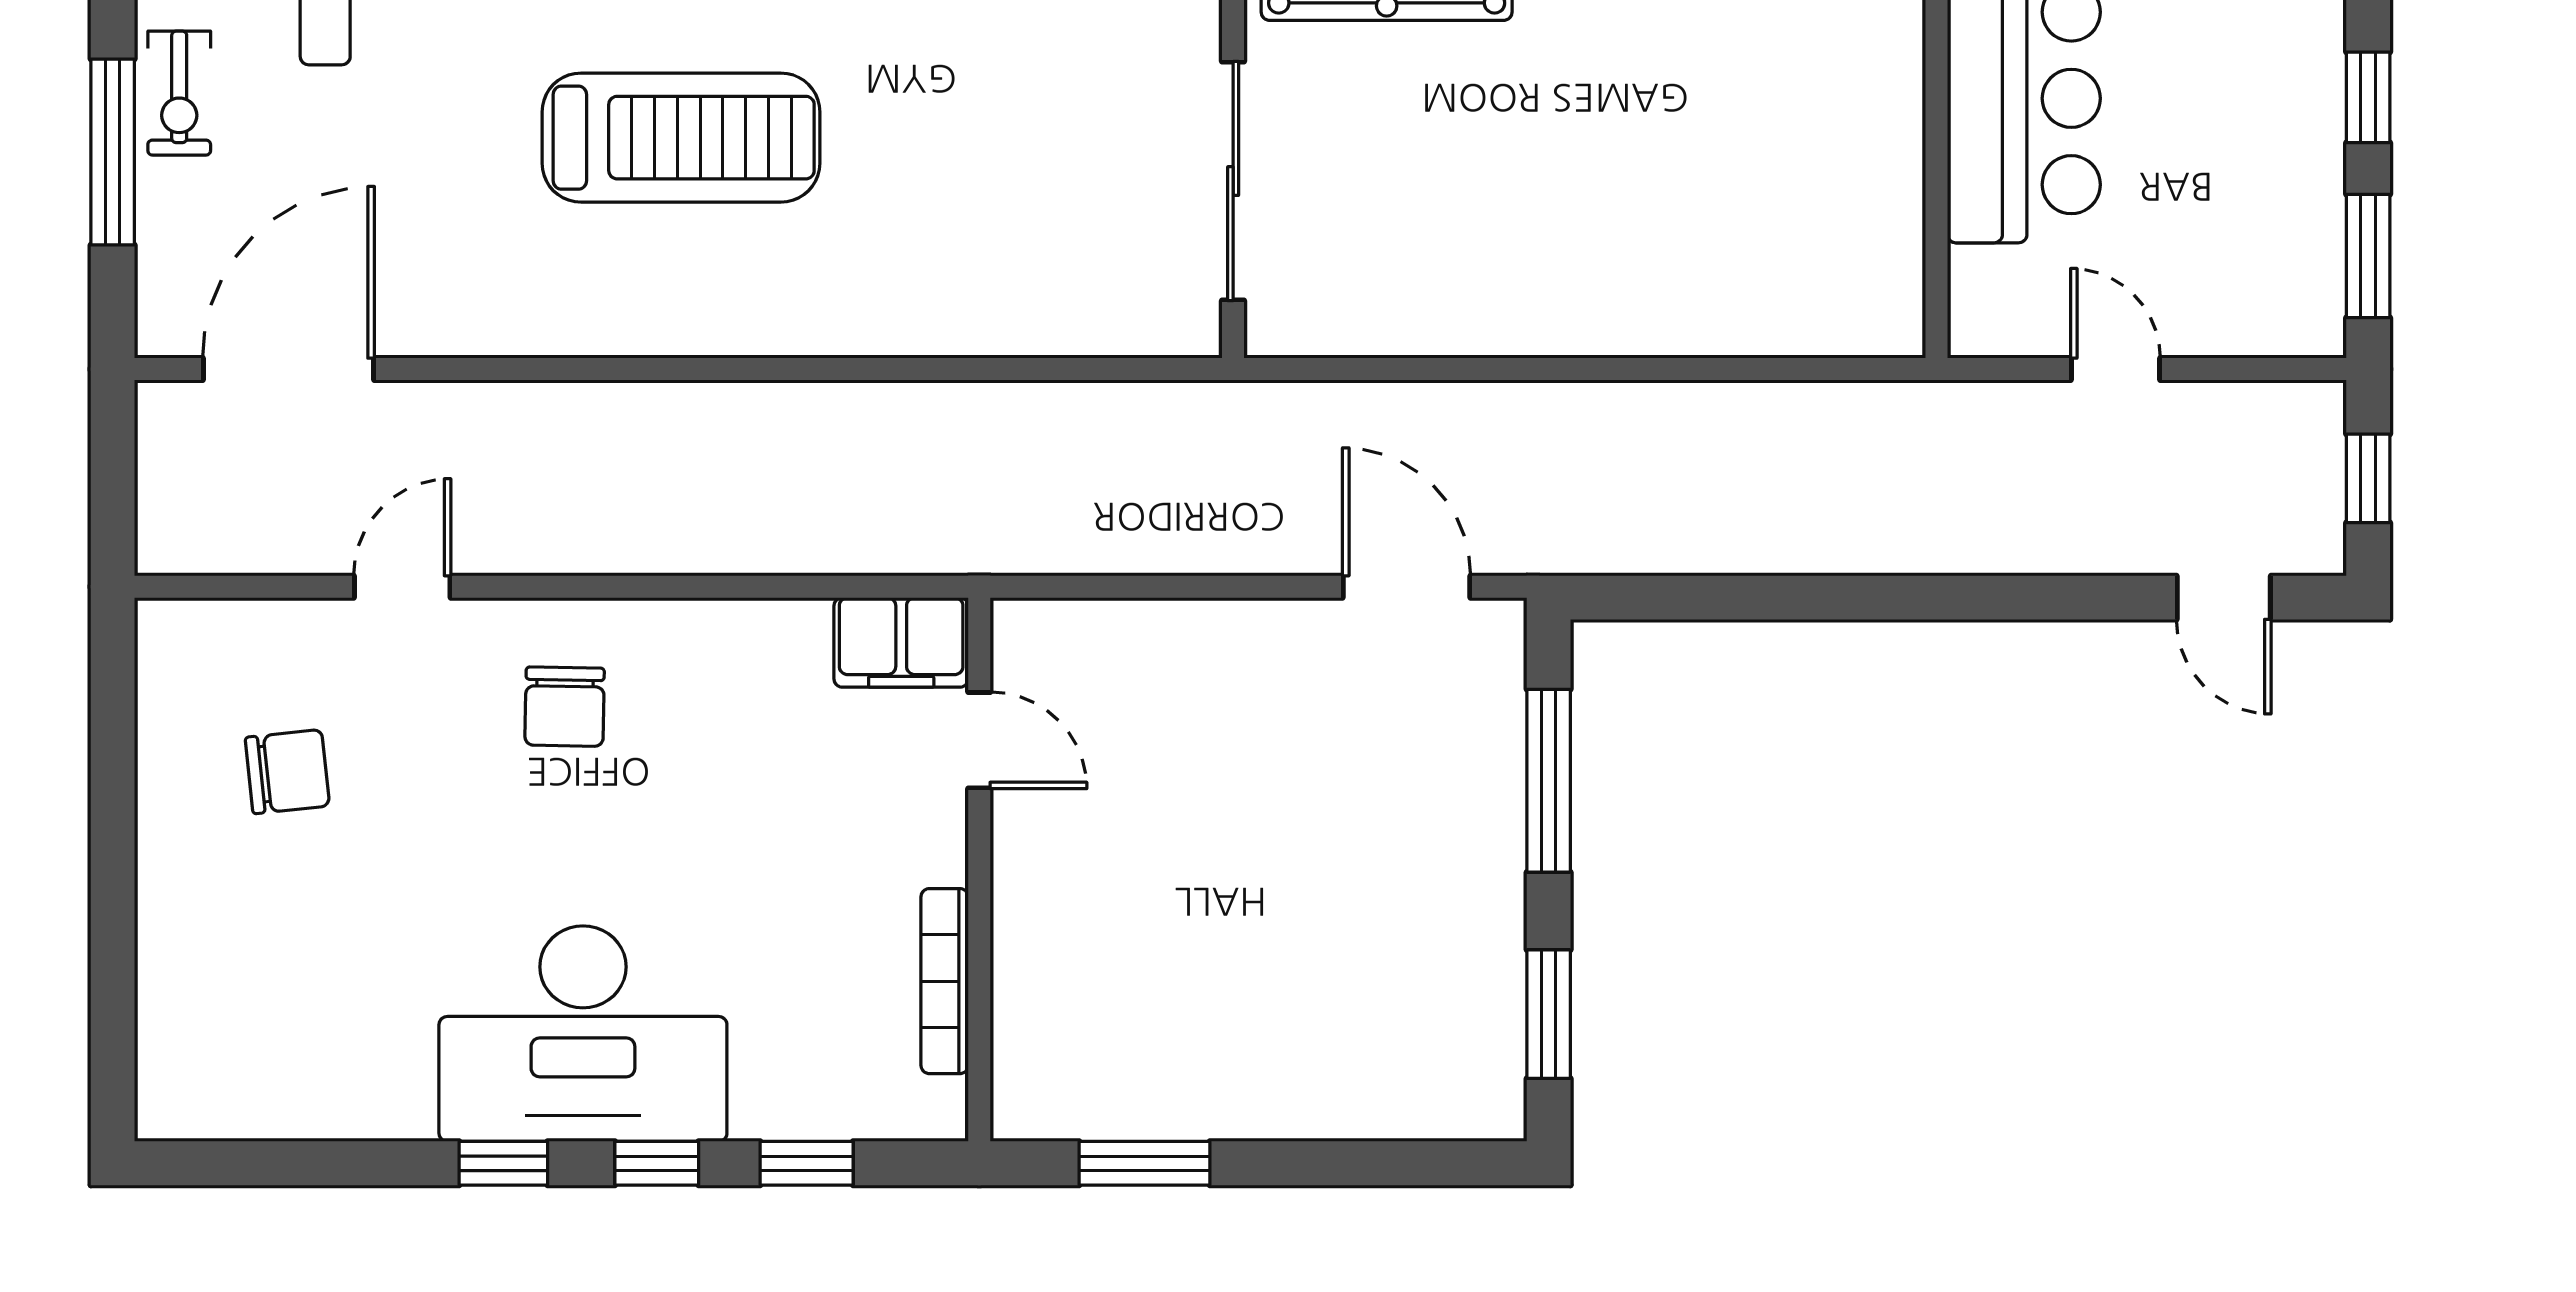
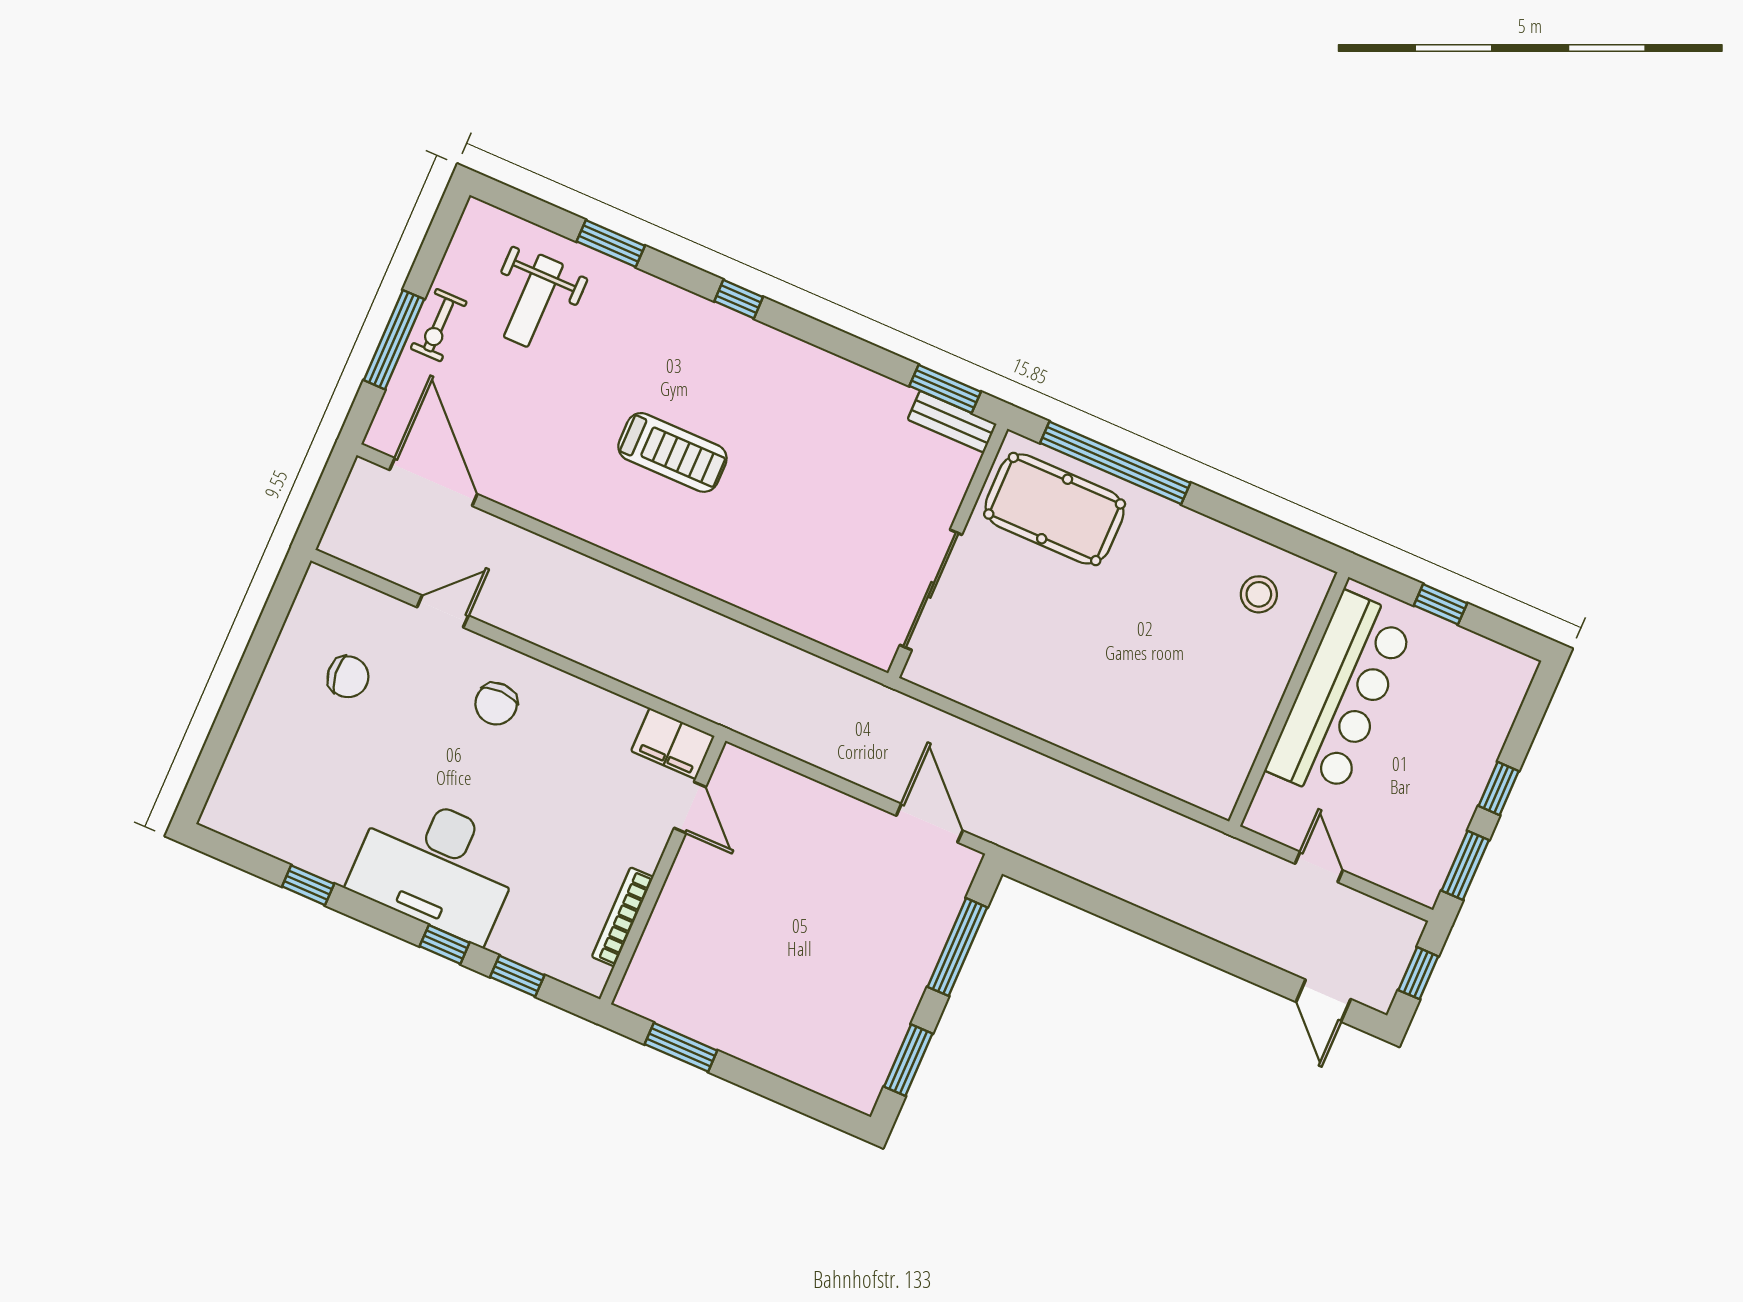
treadmill: (681, 138) -> (672, 452), width x0.73, depth x0.73
door: (288, 369) -> (433, 482), hinge flipped
window: (503, 1163) -> (308, 885), moved

